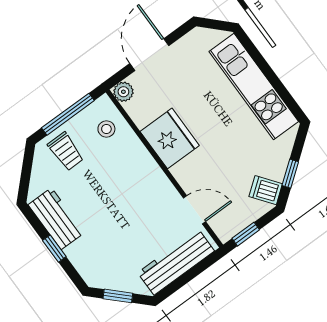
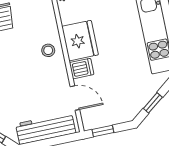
stool: (106, 129) -> (48, 50), moved
dishwasher: (266, 190) -> (82, 69), moved, turned 127

